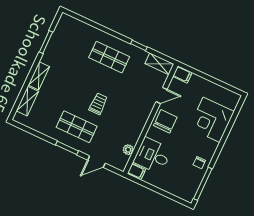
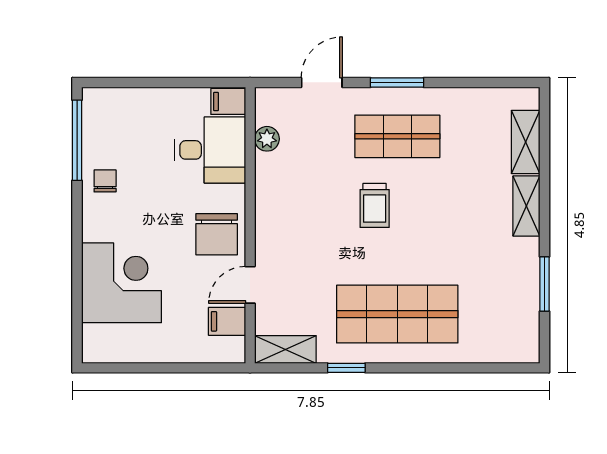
shop shelf: (109, 57) -> (397, 314), width x1.43, depth x1.36
filing cabinet: (182, 74) -> (227, 321), moved

